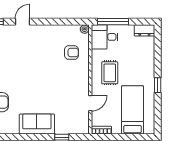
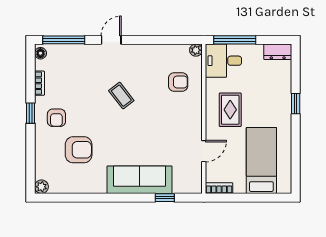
coffee table: (30, 62) -> (121, 96), added
window: (158, 85) -> (296, 104), moved
sofa: (37, 124) -> (140, 180), width x1.36

